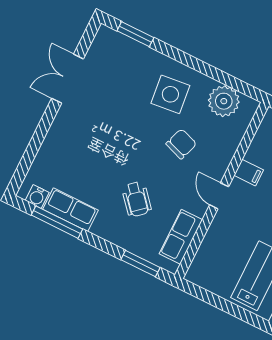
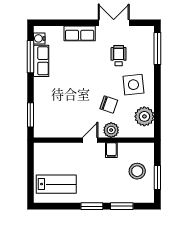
window: (135, 34) -> (157, 48), width x1.44
plant: (220, 159) -> (111, 130), added
wheelchair: (137, 199) -> (119, 56), moved, turned 131
row of seats: (181, 237) -> (80, 33), moved, turned 180

